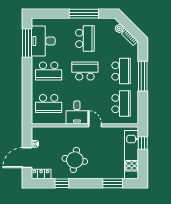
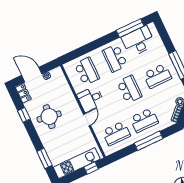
school desk: (49, 104) -> (87, 71), turned 180

